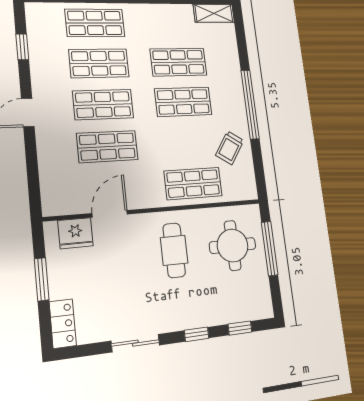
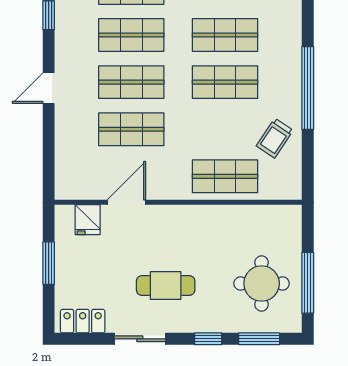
fridge: (75, 233) -> (88, 220), width x0.72
round table: (233, 246) -> (262, 283), moved
window: (270, 249) -> (308, 283), moved
cafe table: (174, 250) -> (166, 286), moved, turned 90
locker: (63, 324) -> (83, 321), moved, turned -90
window: (240, 328) -> (259, 339), width x1.50

